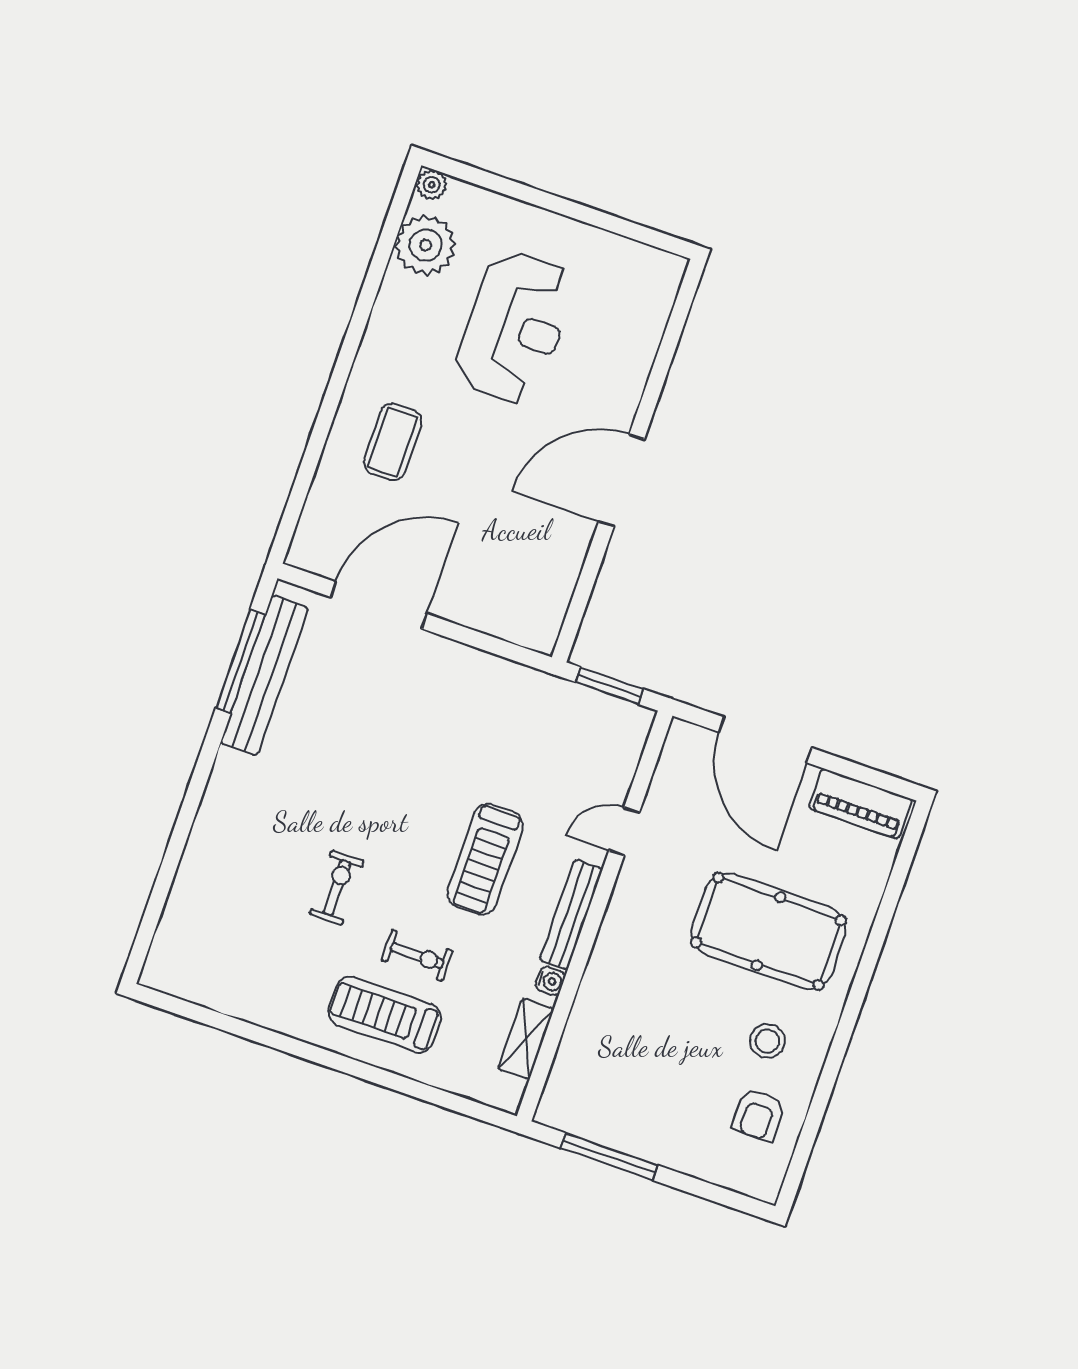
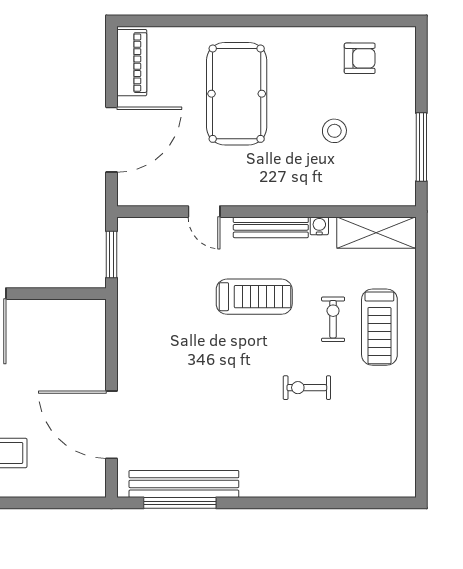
shelving: (526, 1039) -> (376, 233), width x1.50, depth x1.33
stool: (767, 1041) -> (334, 131), moved

